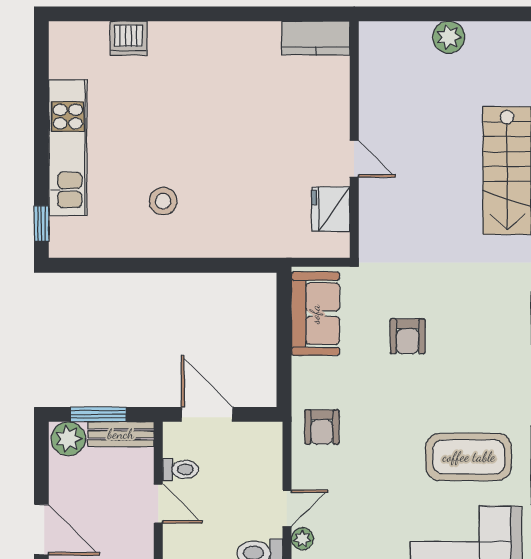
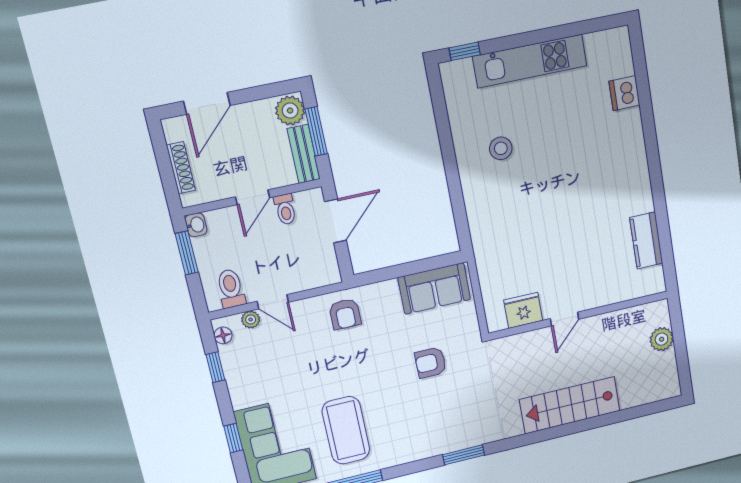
wall: (354, 140) -> (579, 316), moved
door: (354, 159) -> (565, 319), moved
fridge: (331, 209) -> (523, 310), moved
armchair: (322, 427) -> (345, 314), turned -90

